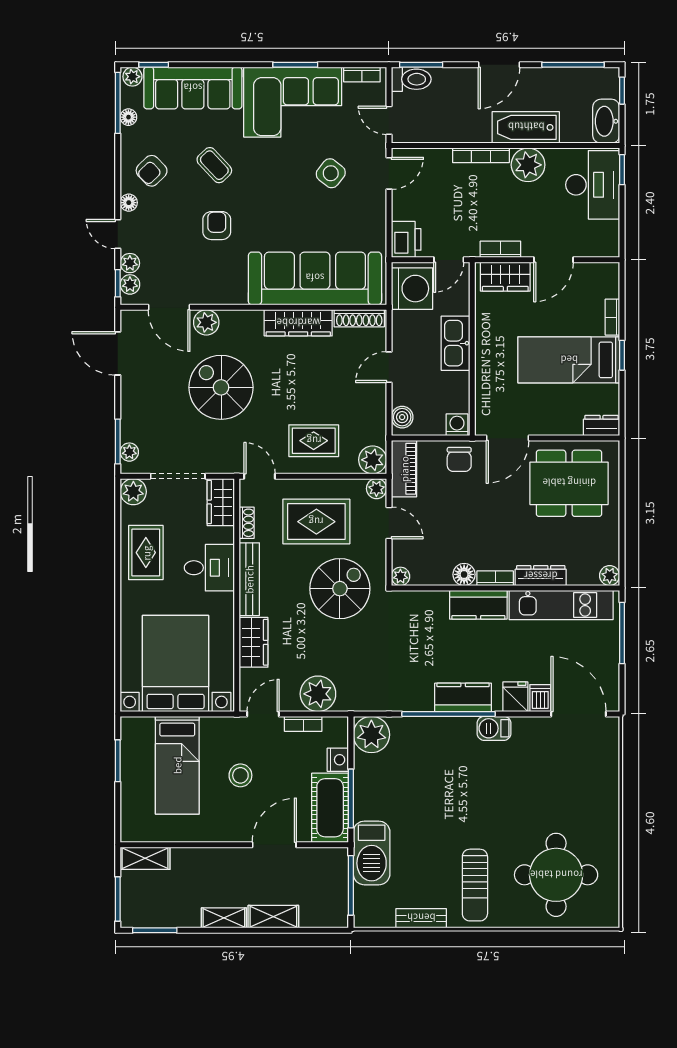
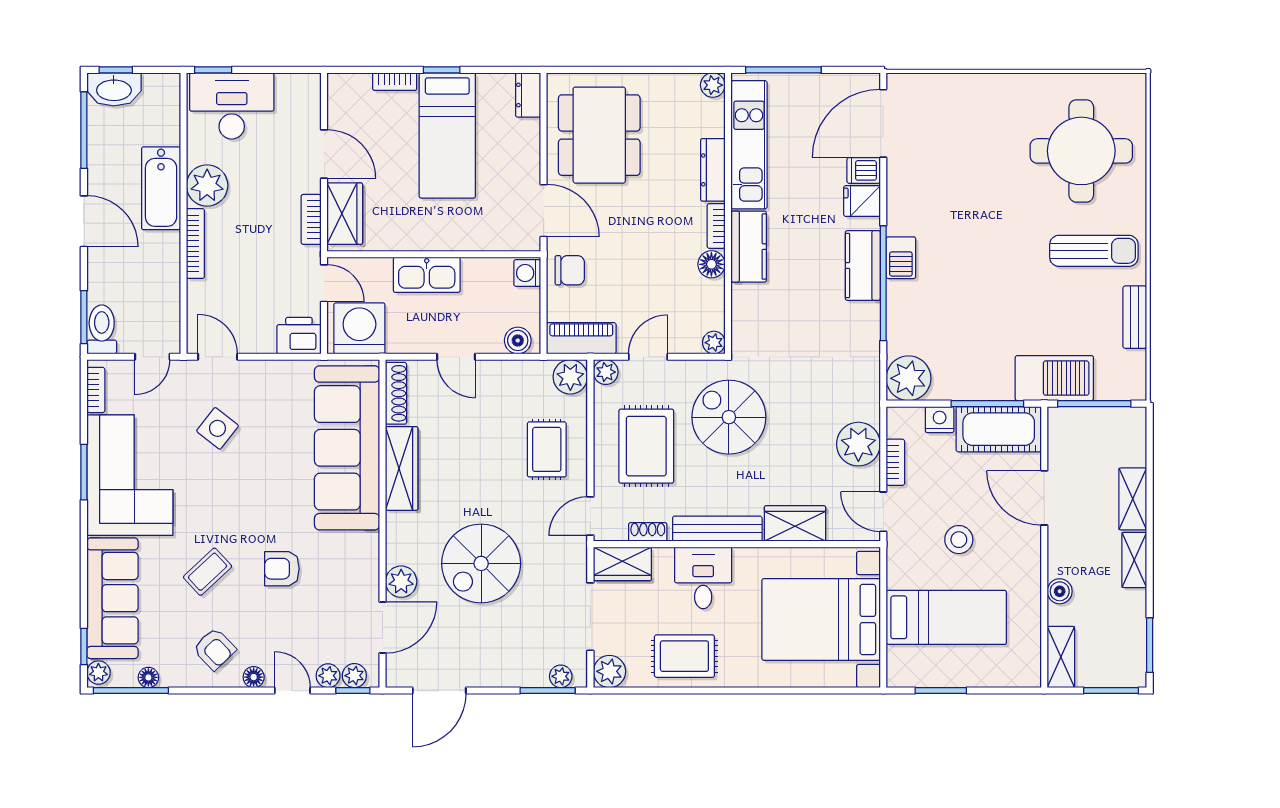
washbasin: (606, 121) -> (114, 89), moved
door: (118, 234) -> (292, 691), swing flipped
barbecue: (494, 728) -> (901, 258), moved
boiler: (198, 857) -> (1060, 591), added

